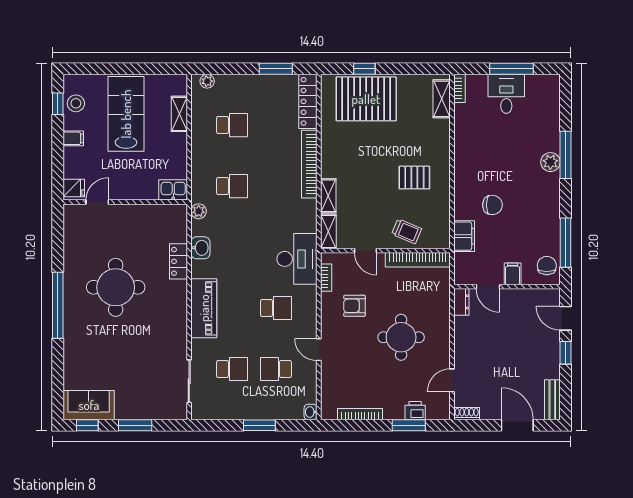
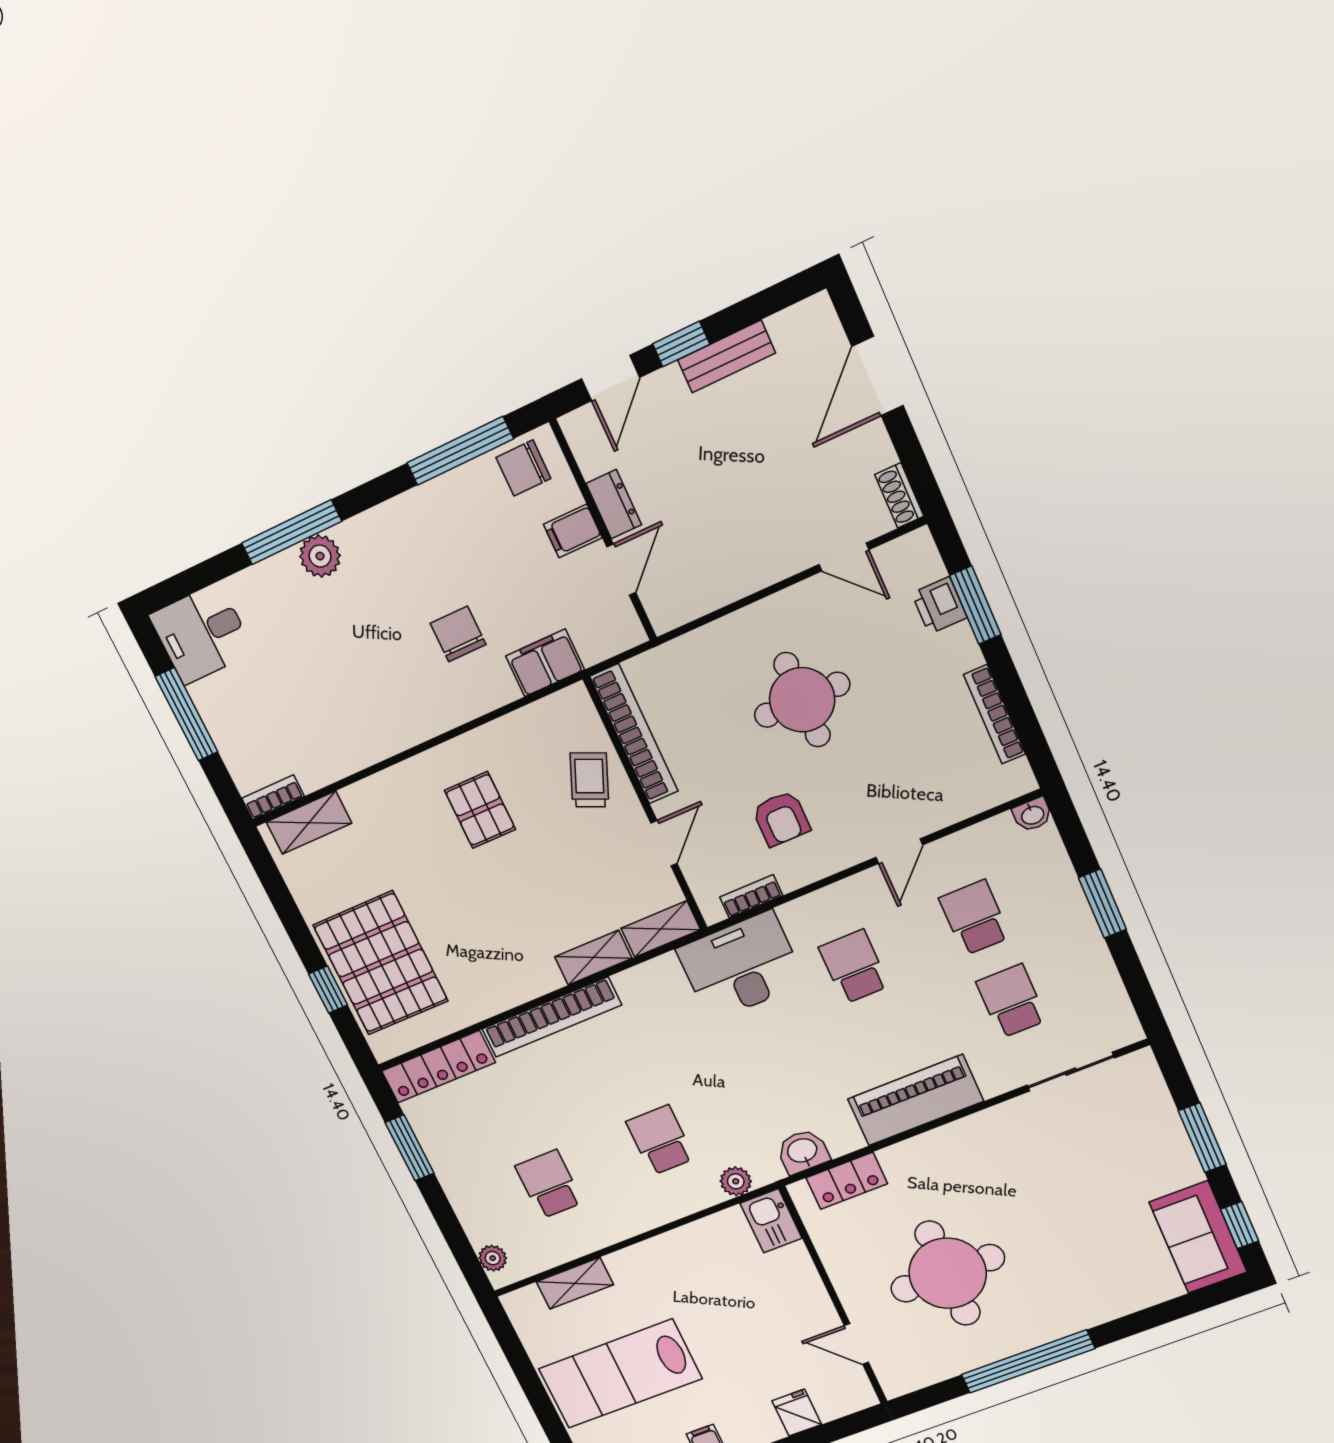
desk: (506, 94) -> (202, 634), moved
kitchen sink: (173, 190) -> (771, 1221), moved
door: (97, 202) -> (856, 1344), moved
wall: (125, 202) -> (834, 1296), moved
dresser: (461, 302) -> (614, 504), moved, turned 90
school desk: (276, 369) -> (975, 918), turned 180
bench: (552, 400) -> (726, 356), moved

